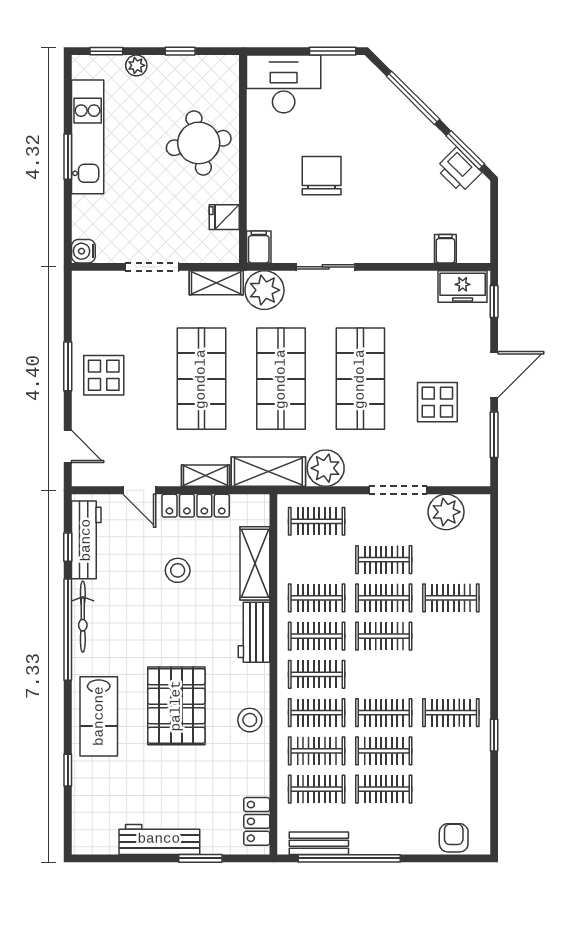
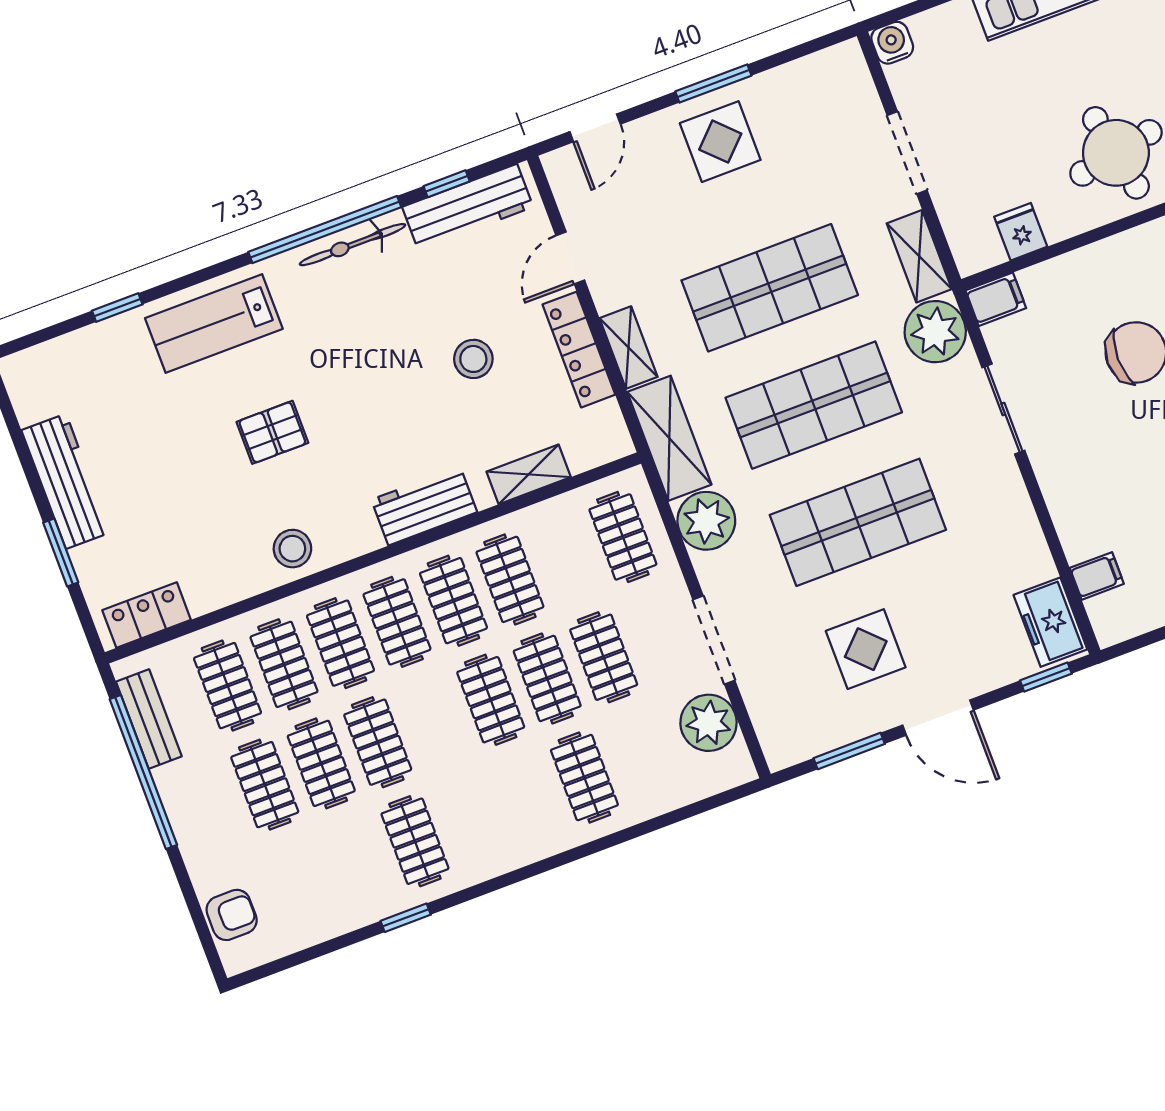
shelving: (255, 563) -> (529, 474), width x0.67, depth x0.75
pallet: (176, 706) -> (272, 432), width x0.49, depth x0.50

